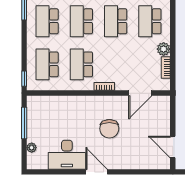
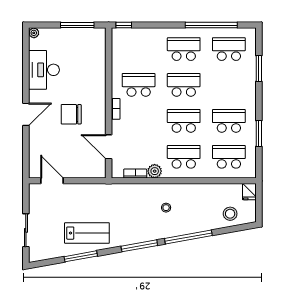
school desk: (47, 64) -> (139, 49), removed
door: (173, 147) -> (52, 181), hinge flipped
plant: (32, 148) -> (34, 33), moved
door: (97, 172) -> (26, 114), moved

